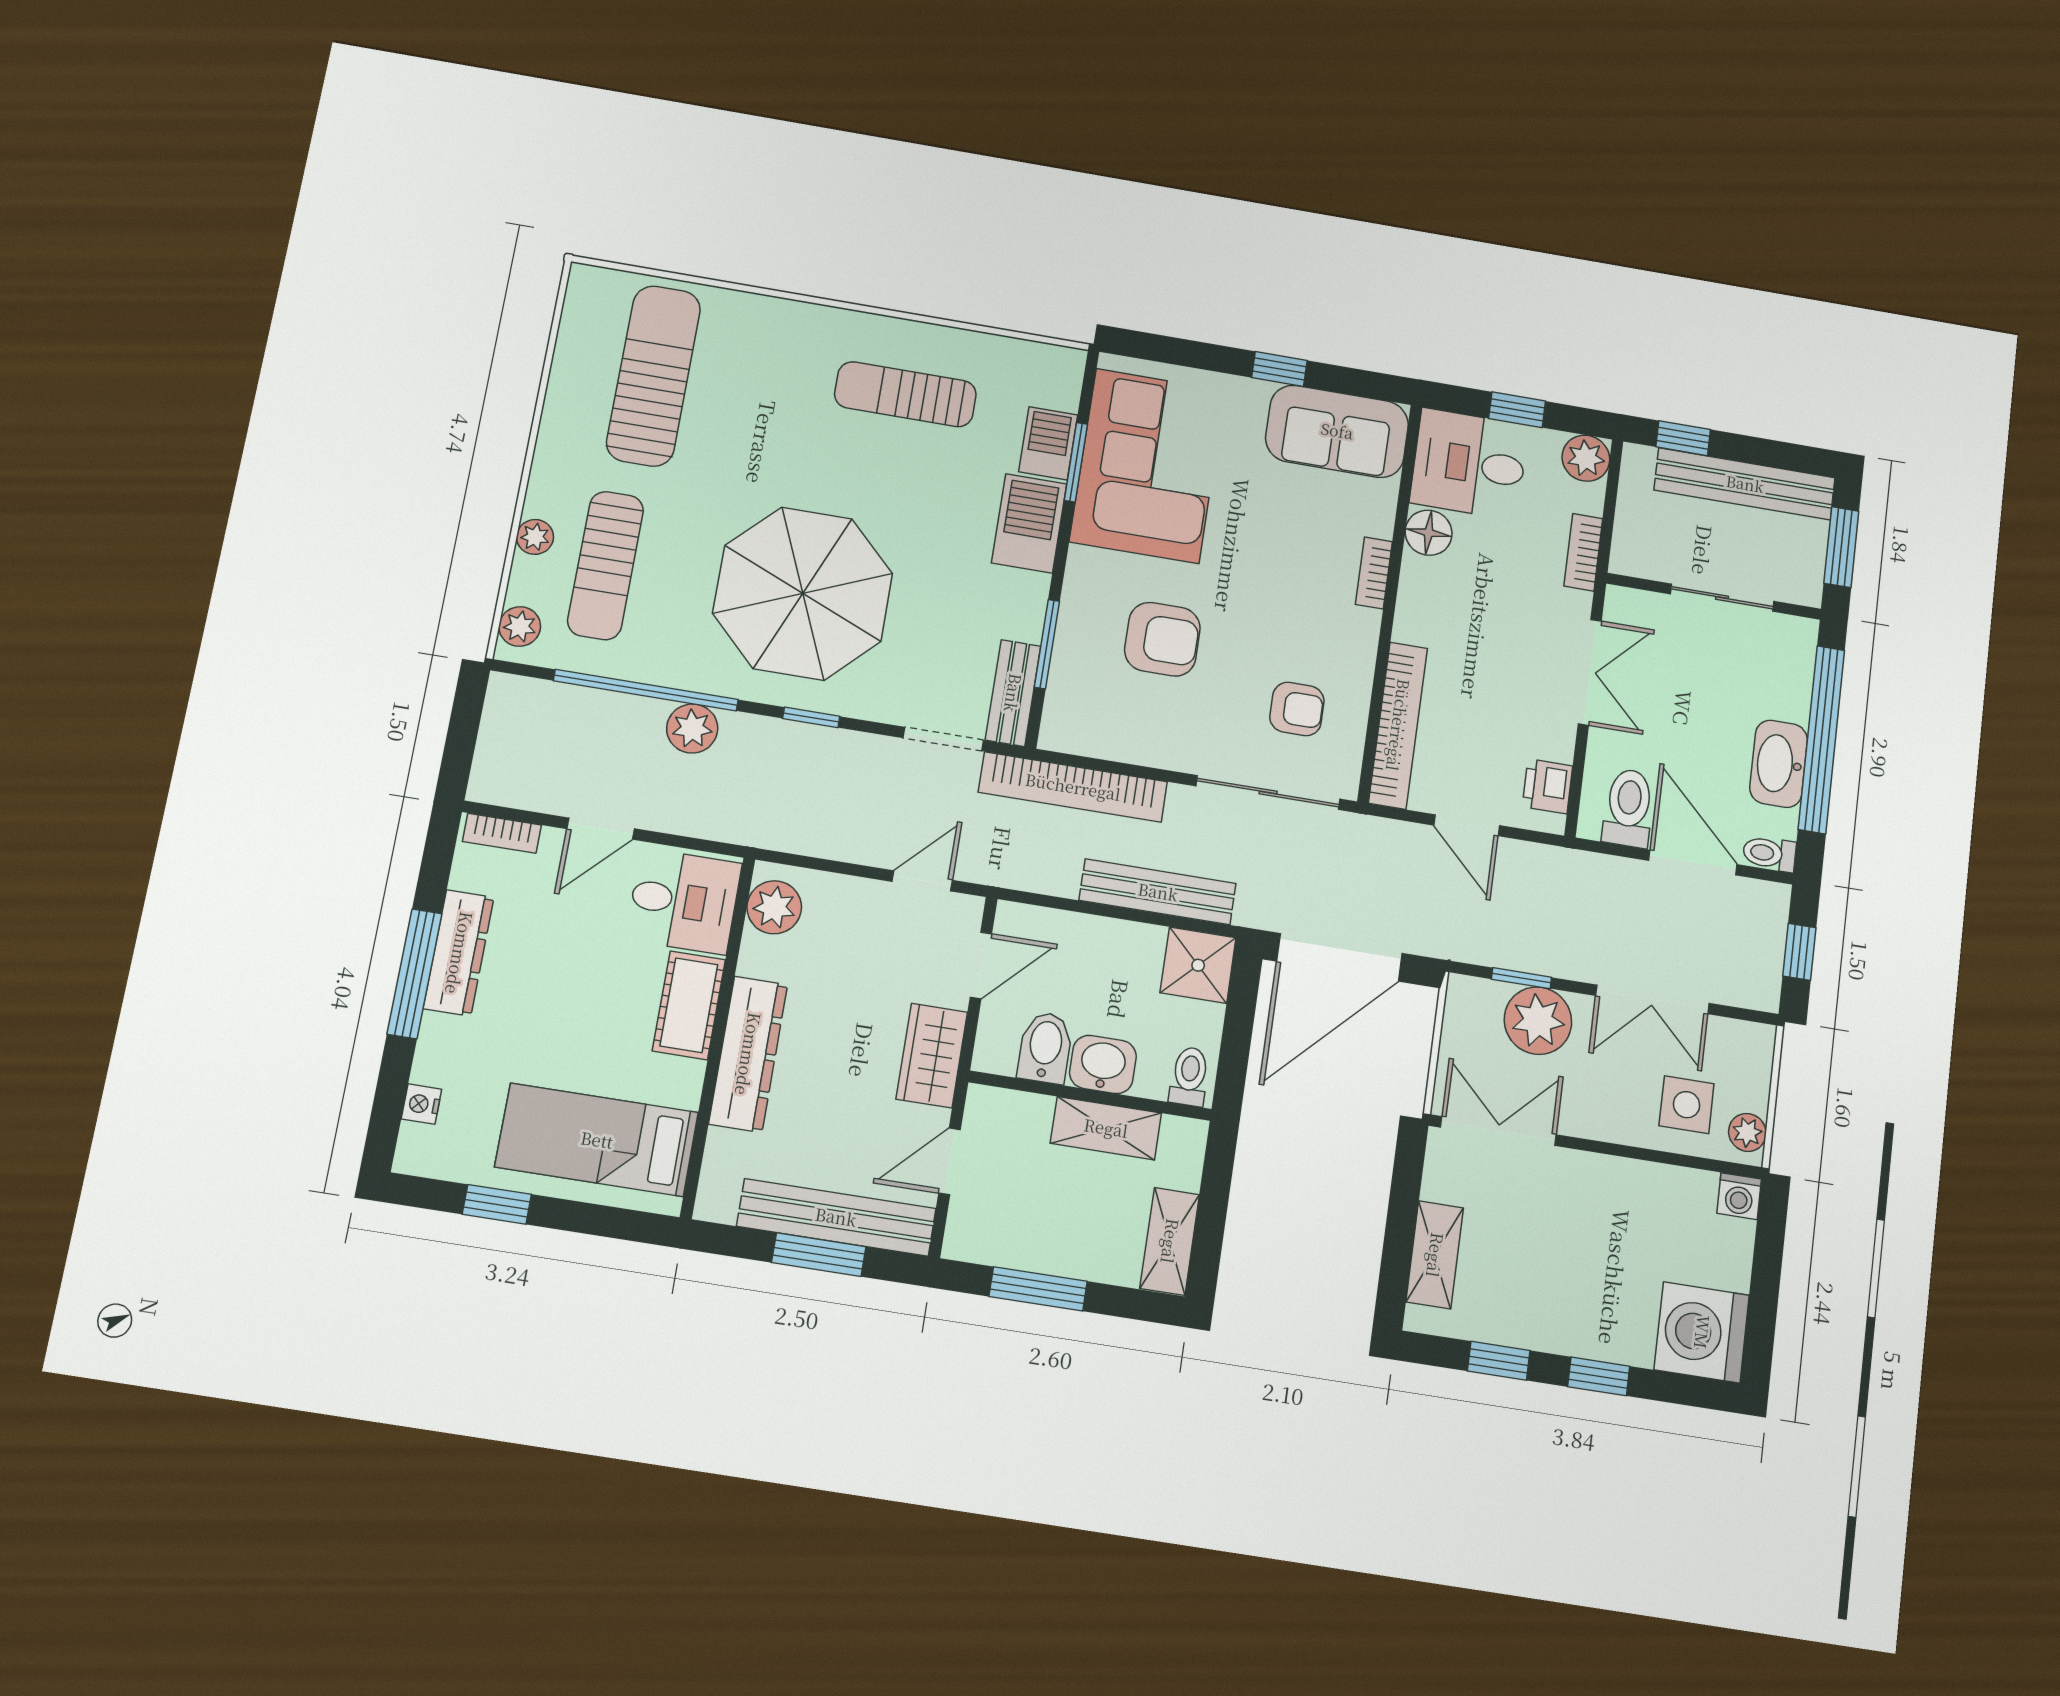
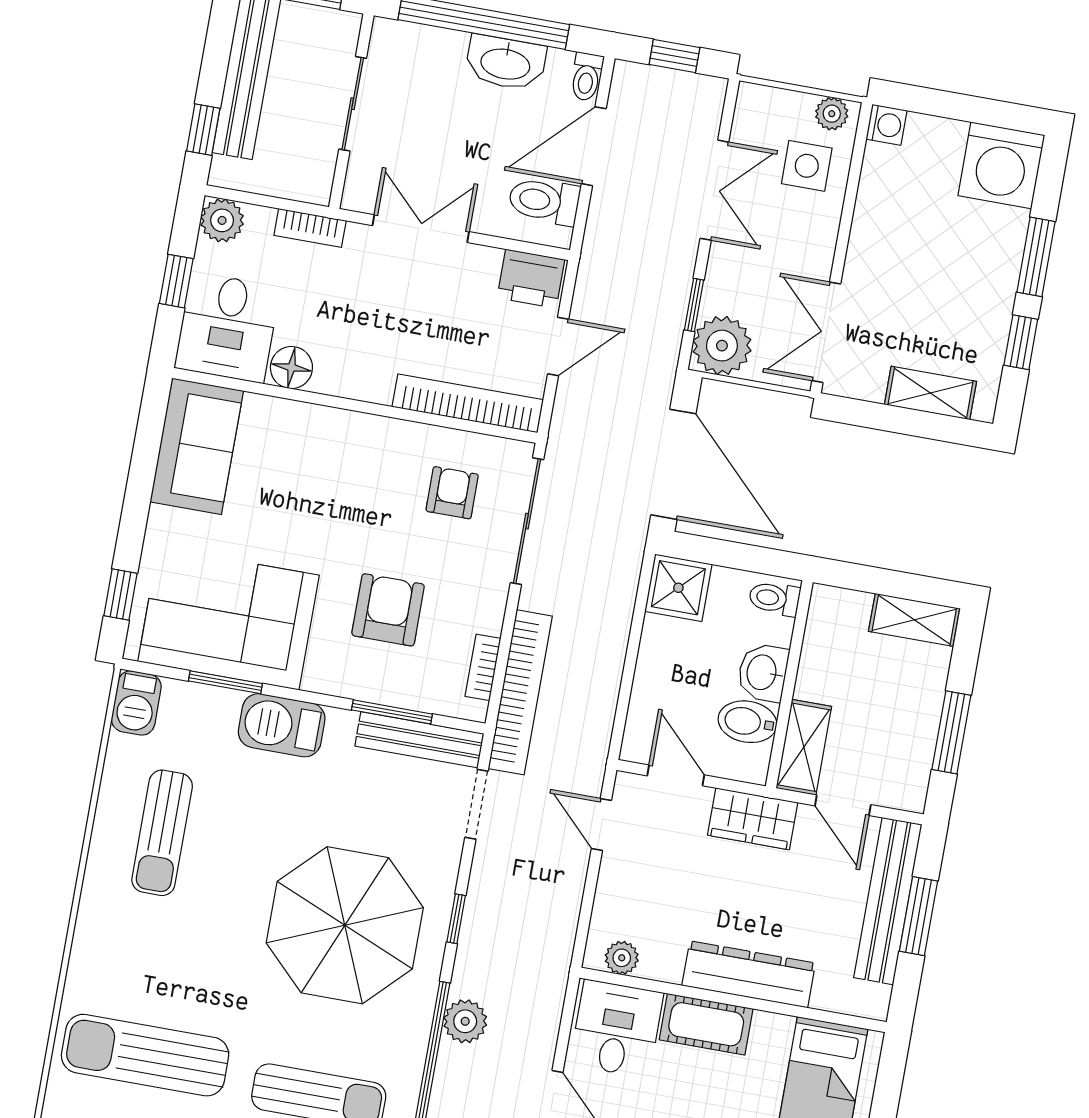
window: (1279, 369) -> (120, 594), moved
barbecue: (1048, 443) -> (136, 703), moved, turned -90
bookcase: (1374, 573) -> (483, 667), moved, turned 90
bench: (1013, 693) -> (419, 740), width x1.36
printer: (1547, 786) -> (531, 279), width x1.36, depth x1.24
bench: (1158, 892) -> (614, 621), removed
plant: (774, 907) -> (622, 958), width x0.73, depth x0.73
plant: (1538, 1021) -> (722, 346), moved
shelving: (1106, 1128) -> (804, 747), moved
window: (1599, 1376) -> (1036, 257), width x1.50

